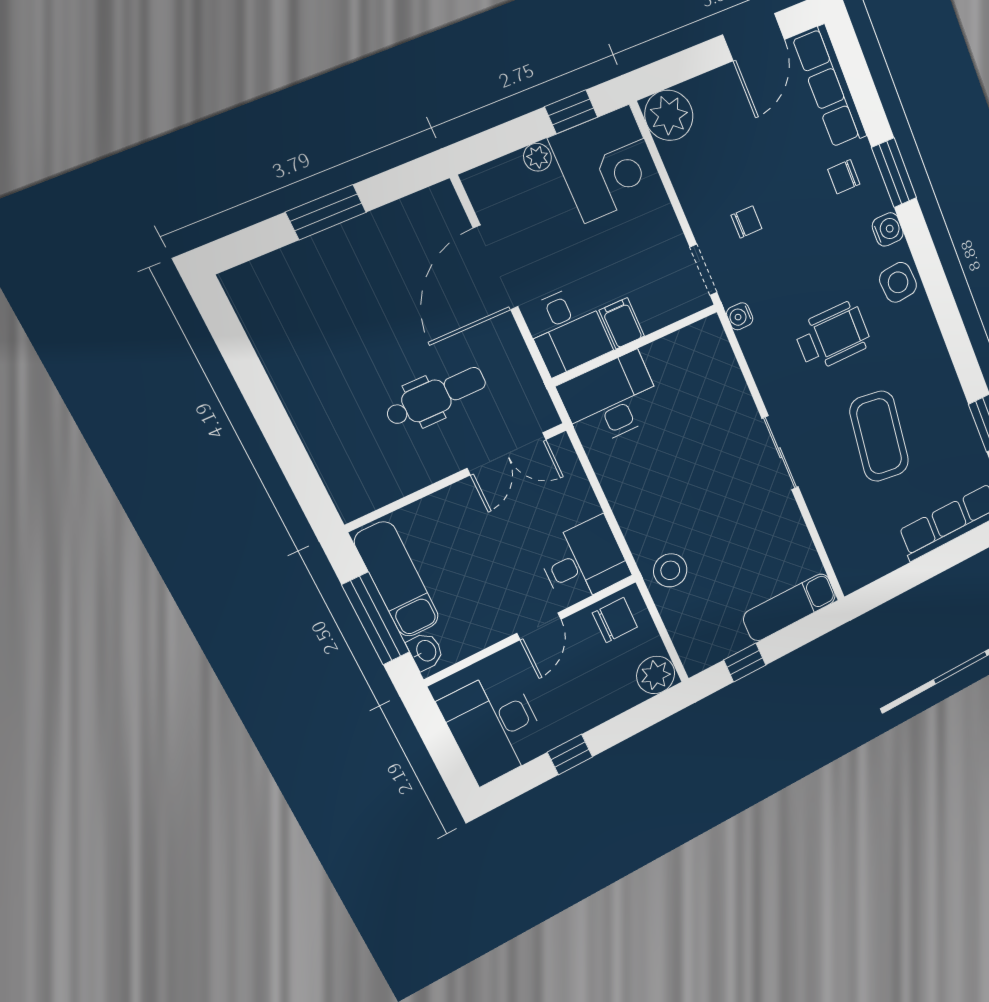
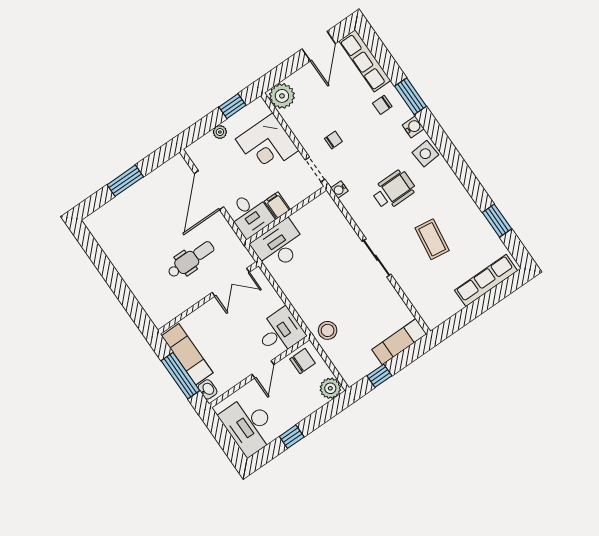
corner desk: (607, 164) -> (267, 145), moved, turned 90
coffee table: (879, 436) -> (432, 239), width x0.73, depth x0.76

